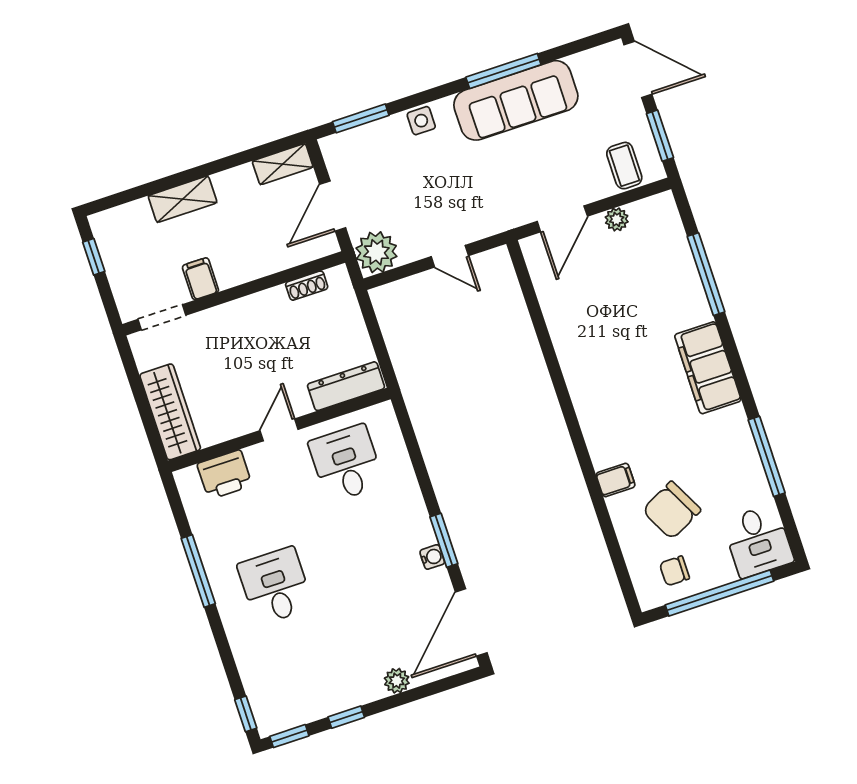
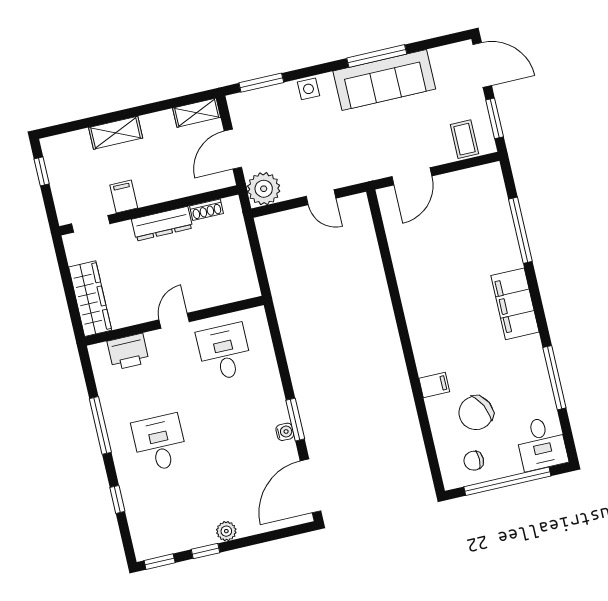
plant: (617, 219) -> (454, 181), removed
dresser: (346, 386) -> (162, 224), moved, turned 180
plant: (397, 681) -> (226, 531), moved
window: (246, 714) -> (117, 499), moved

